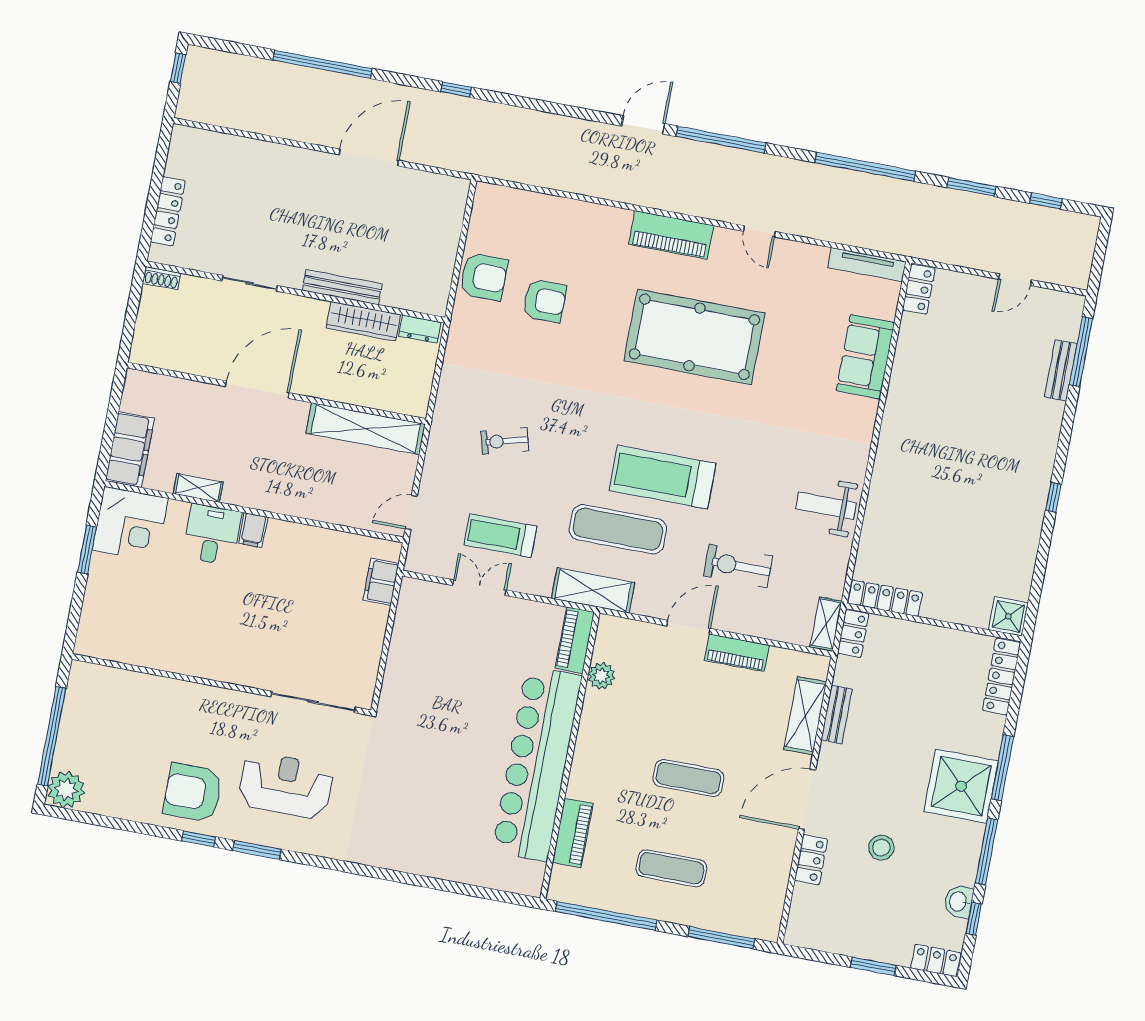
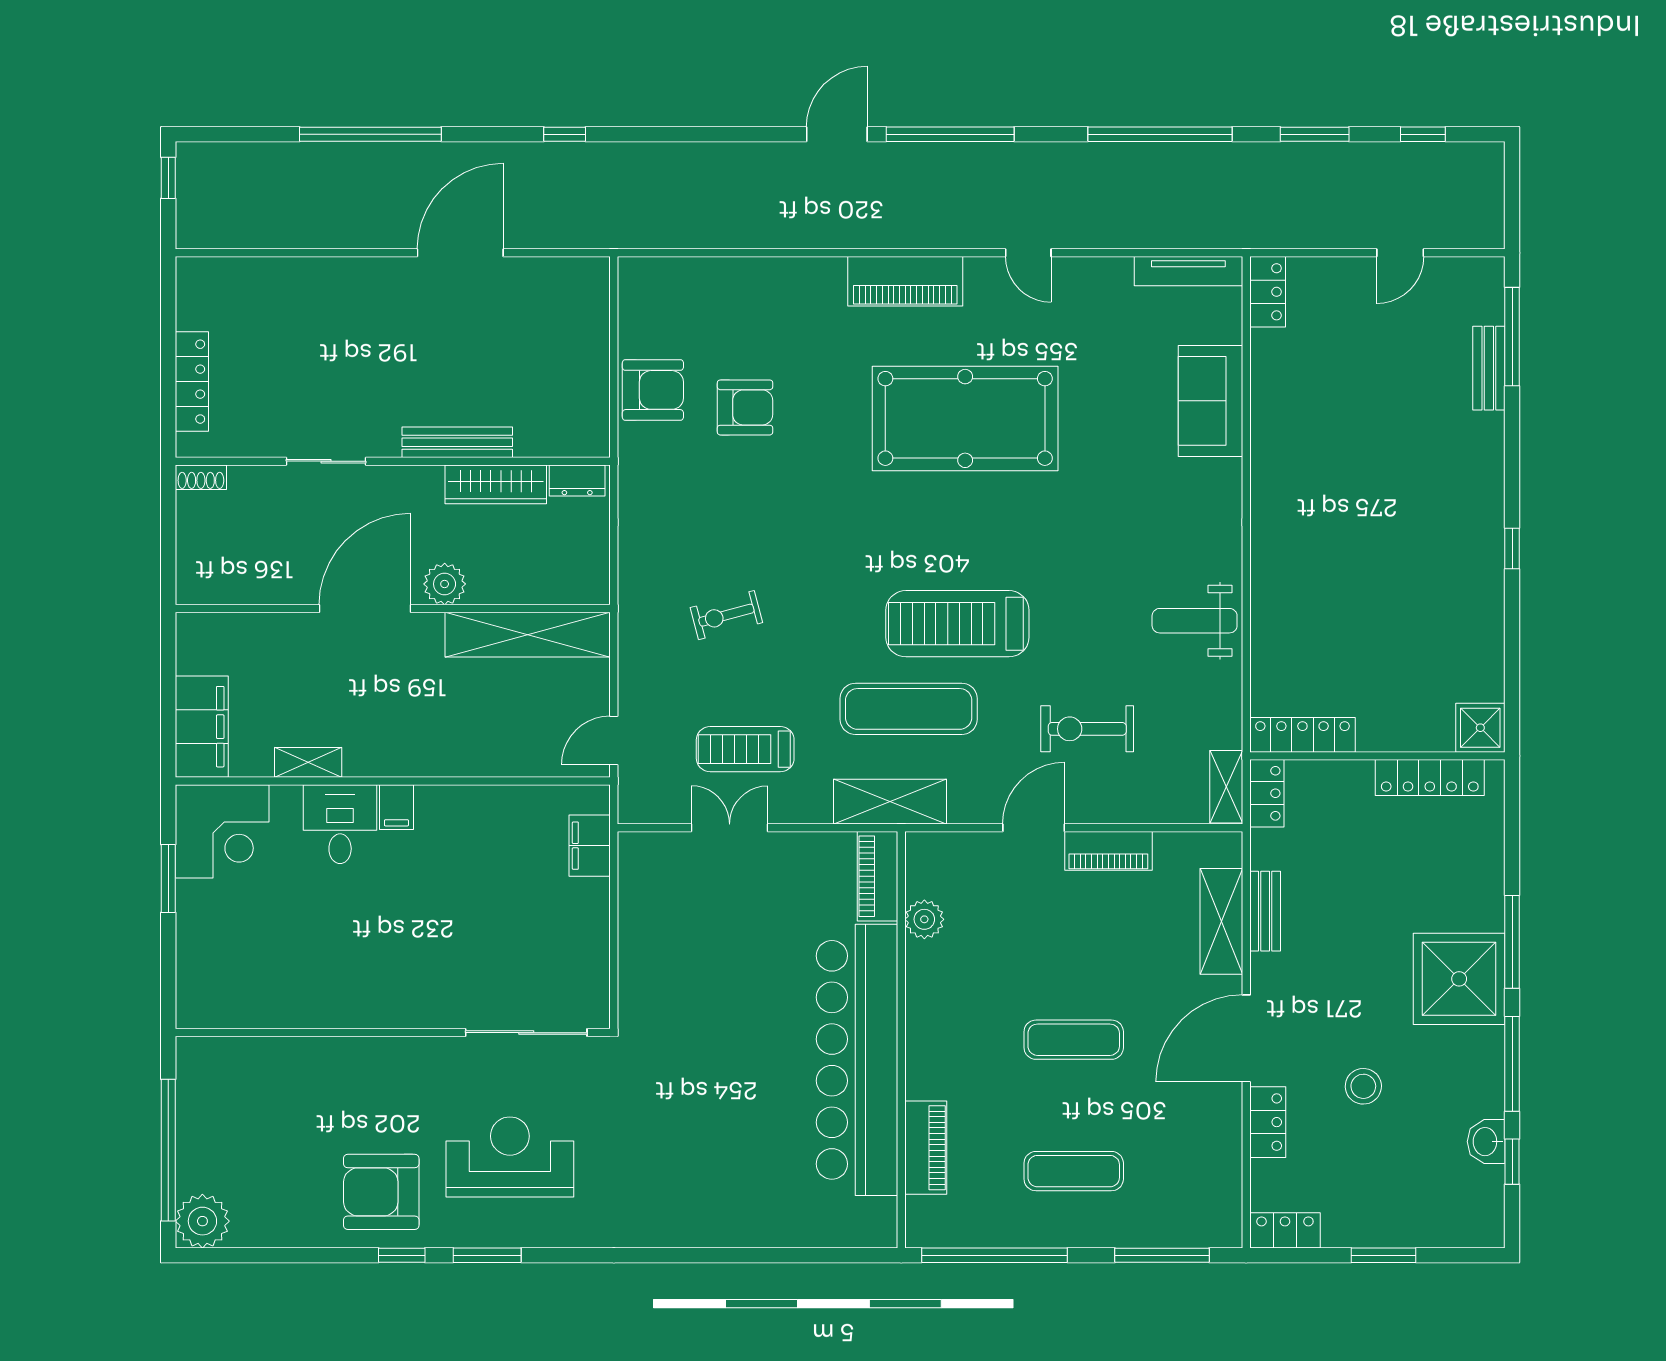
plant: (315, 383) -> (445, 584), added
locker: (1002, 676) -> (1430, 777), moved, turned -90
locker: (936, 960) -> (1285, 1230), moved

